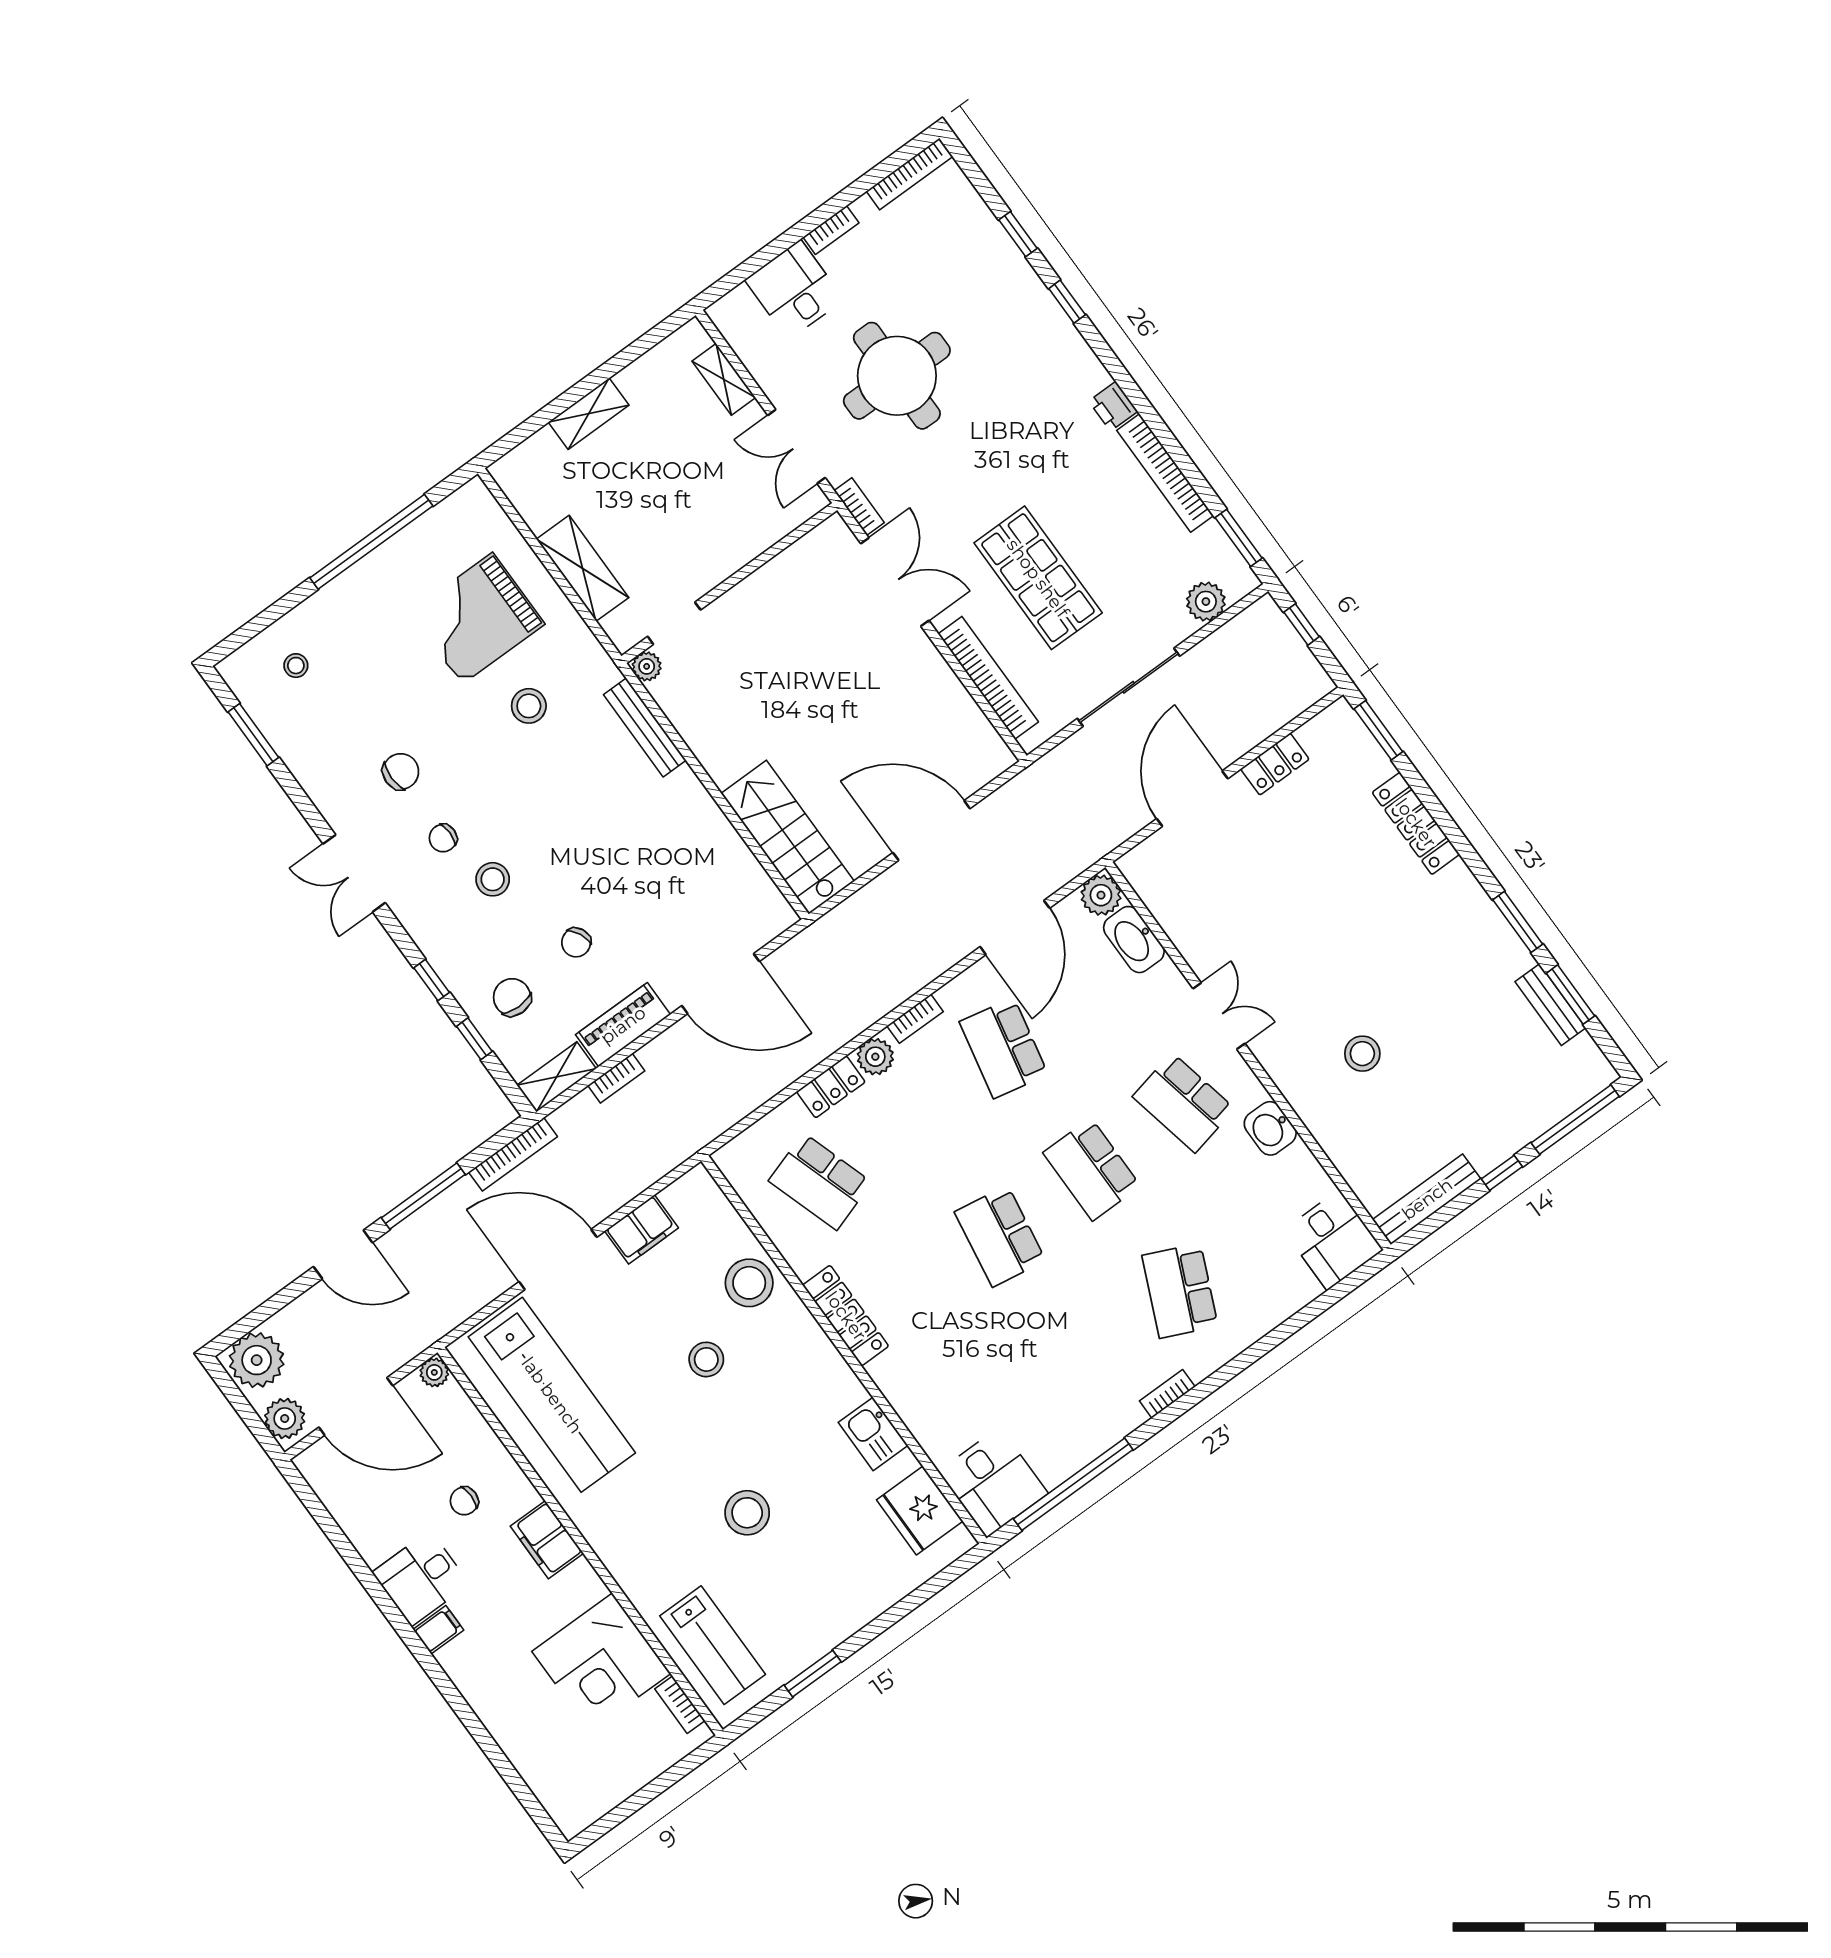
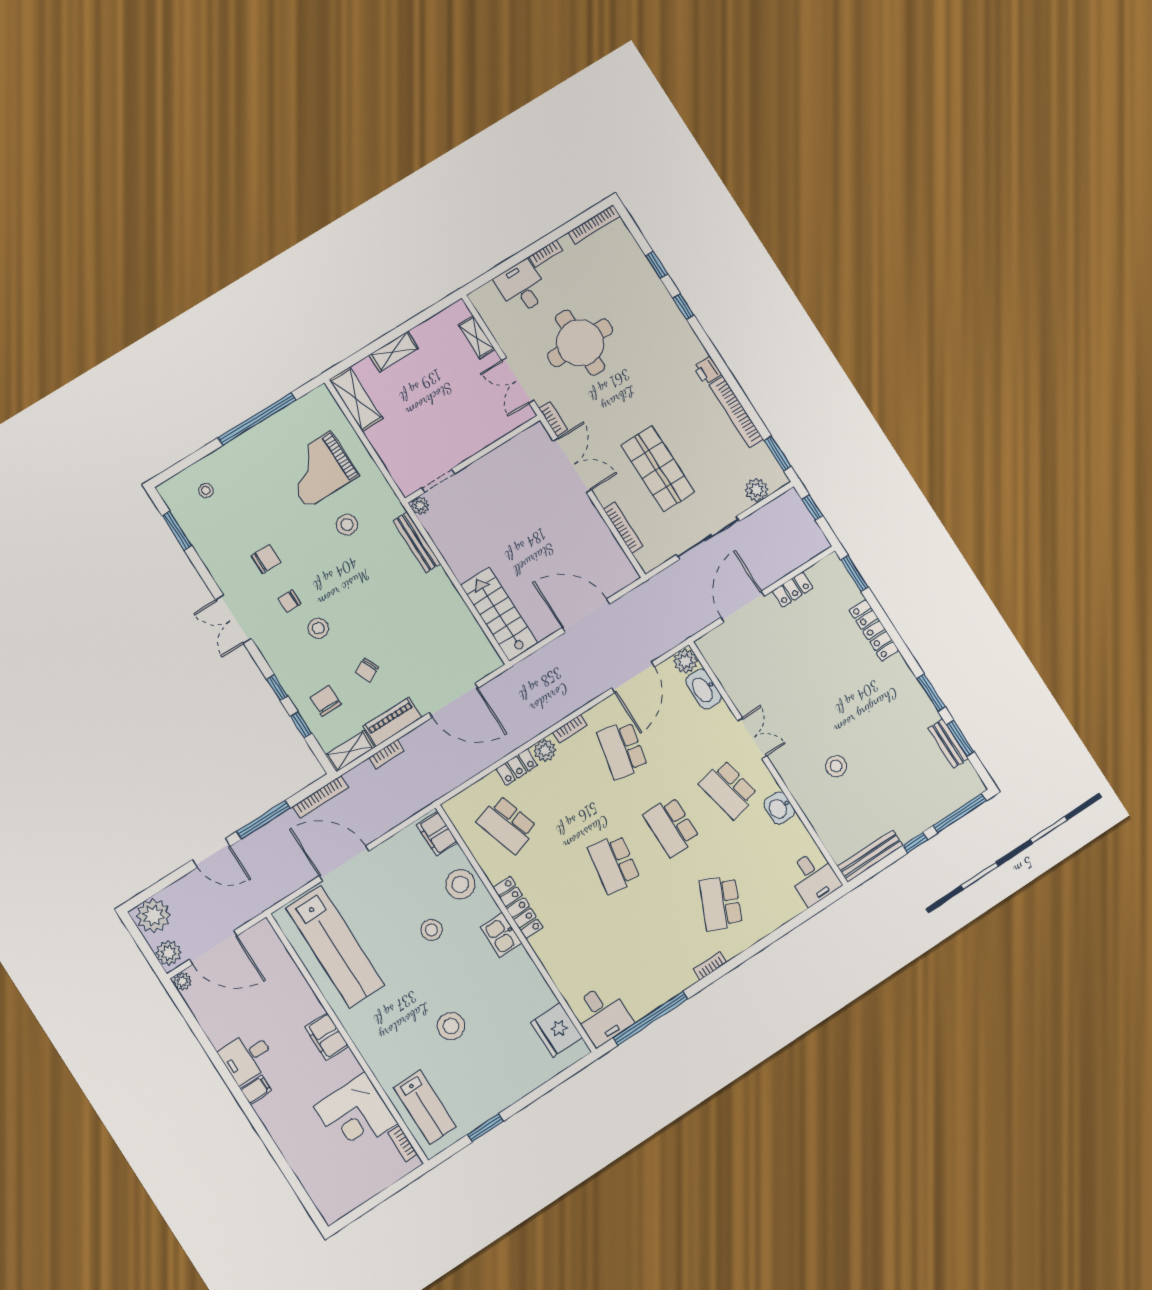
shelving: (583, 568) -> (356, 399), moved
bookcase: (988, 678) -> (623, 528), width x0.68, depth x0.76
filing cabinet: (642, 1229) -> (437, 834), moved, turned 90
plant: (434, 1372) -> (182, 981), moved
kitchen sink: (873, 1434) -> (501, 935), moved
chair: (464, 1501) -> (277, 1010), removed

